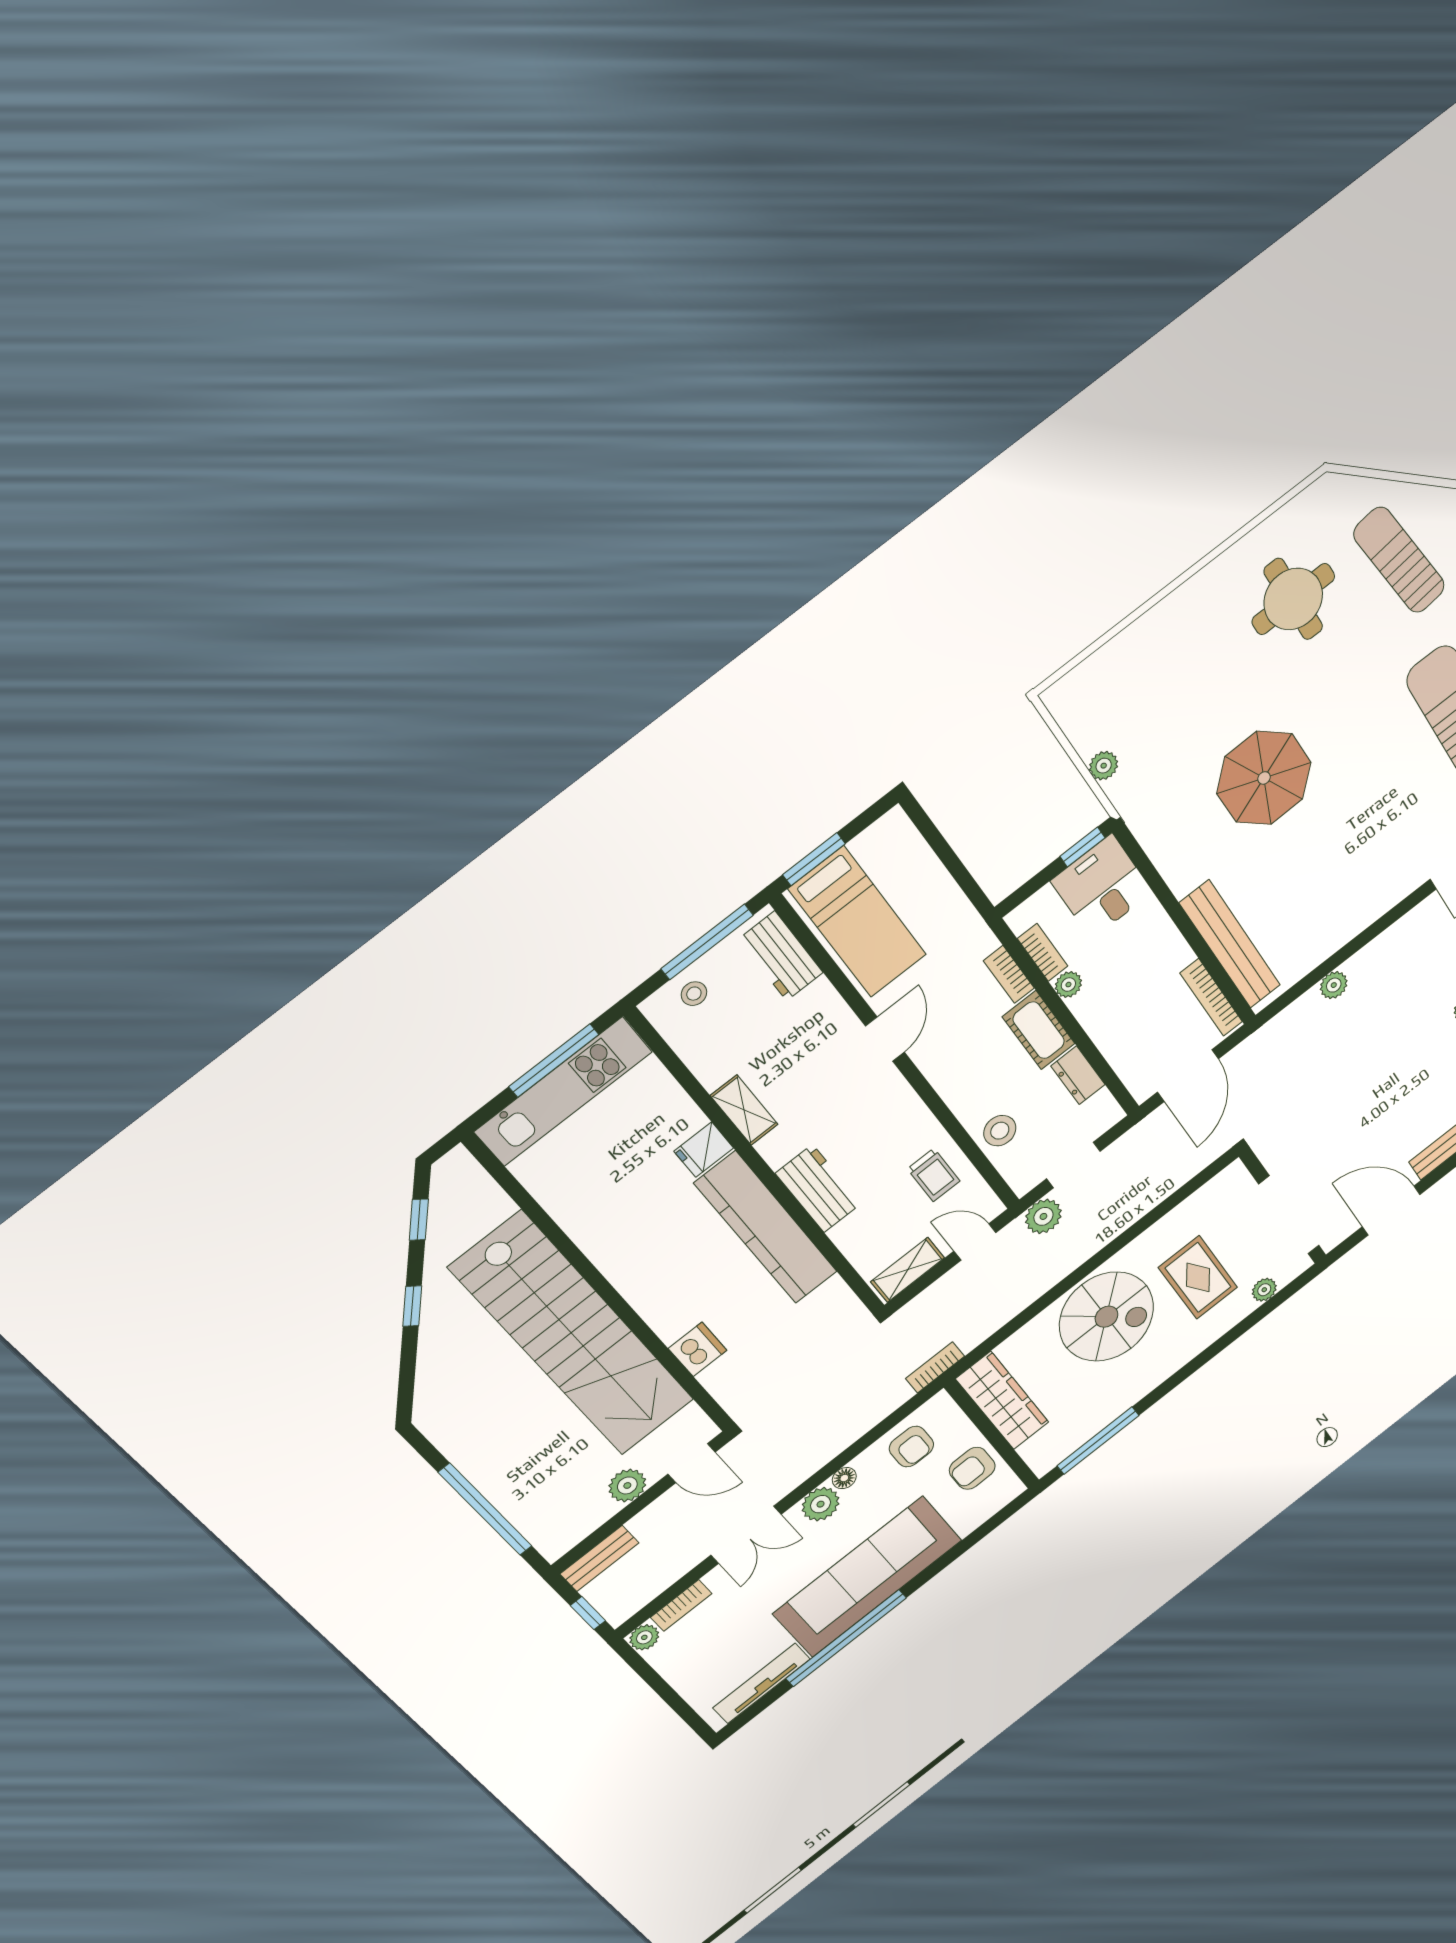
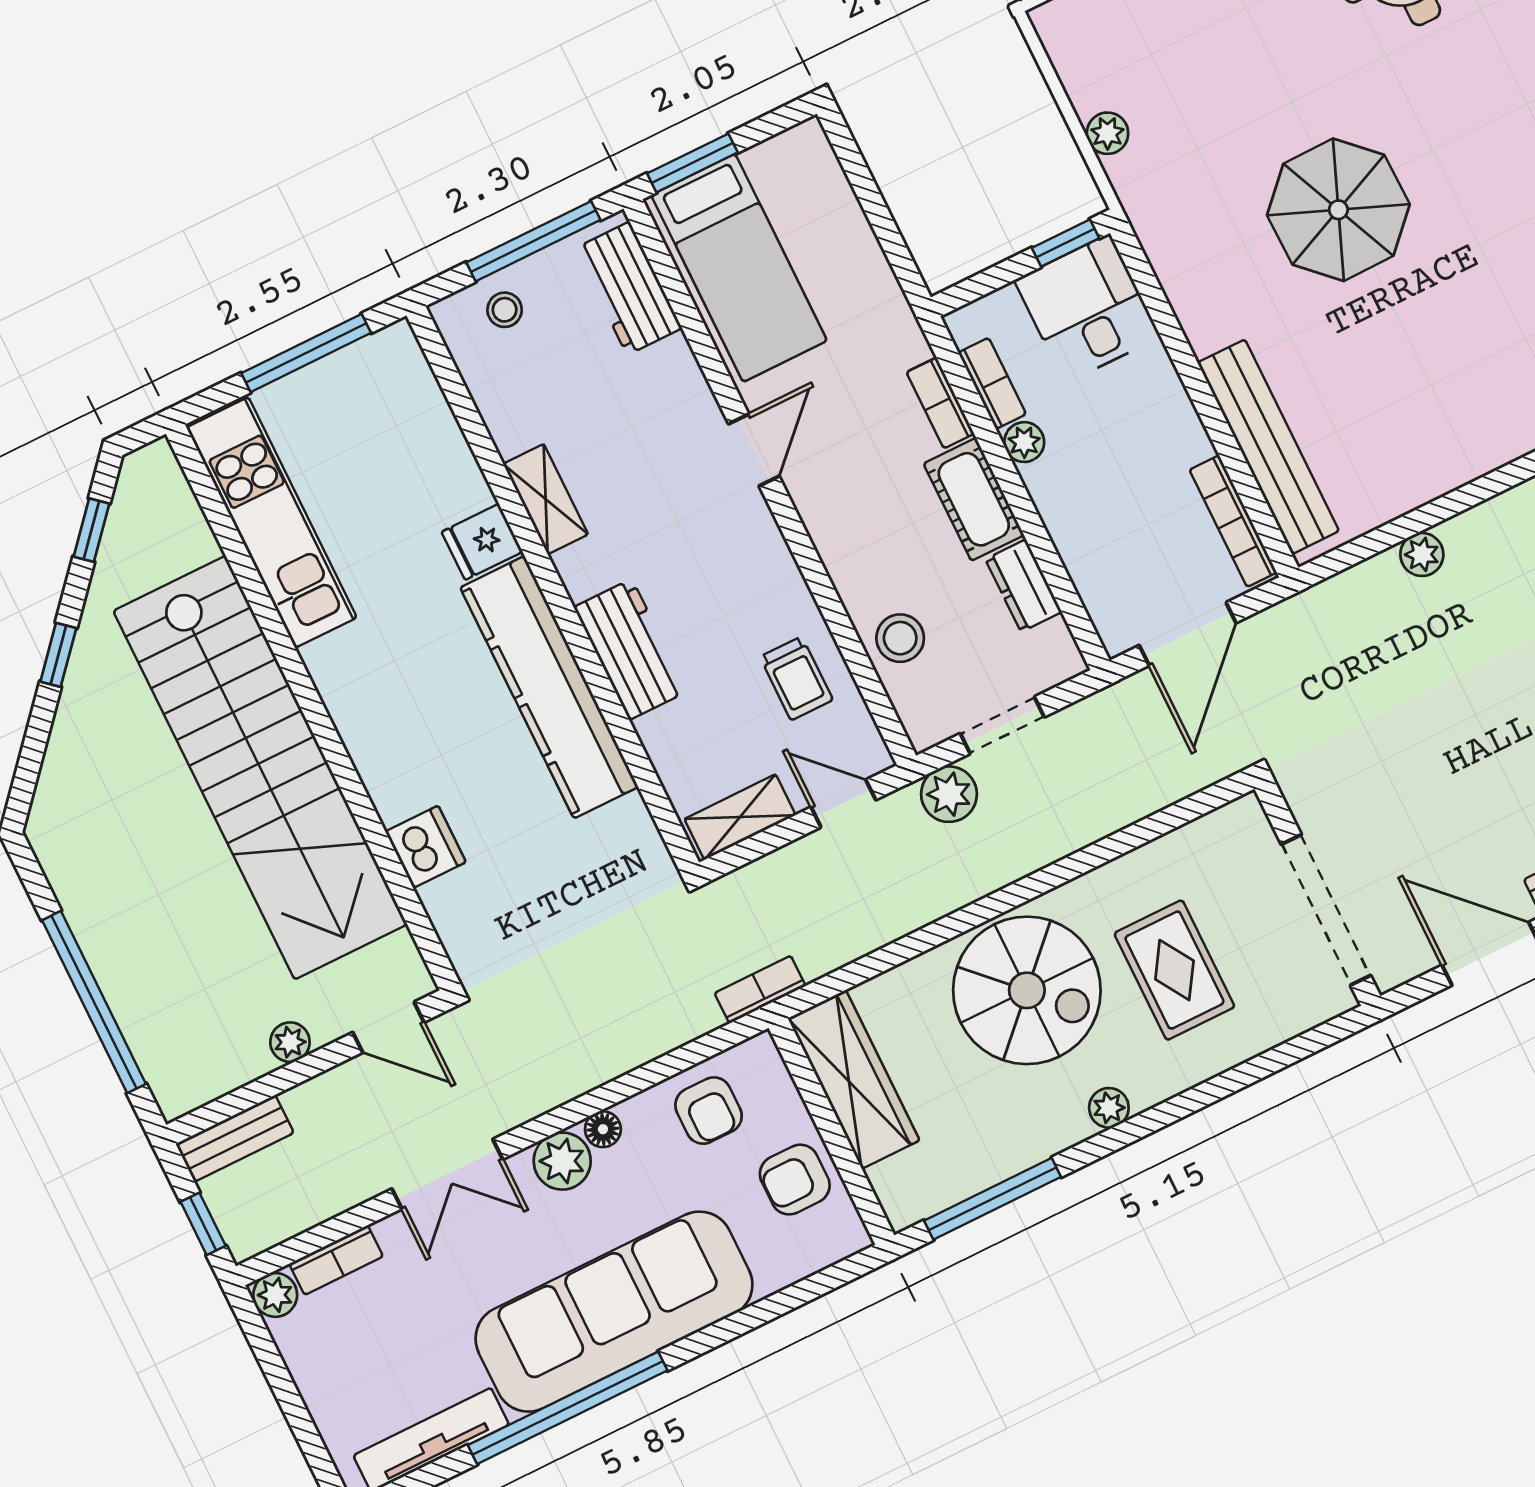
kitchen unit: (563, 1092) -> (272, 523), moved, turned -90
plant: (1264, 1290) -> (1109, 1108), moved
plant: (627, 1485) -> (290, 1042), width x0.73, depth x0.73

